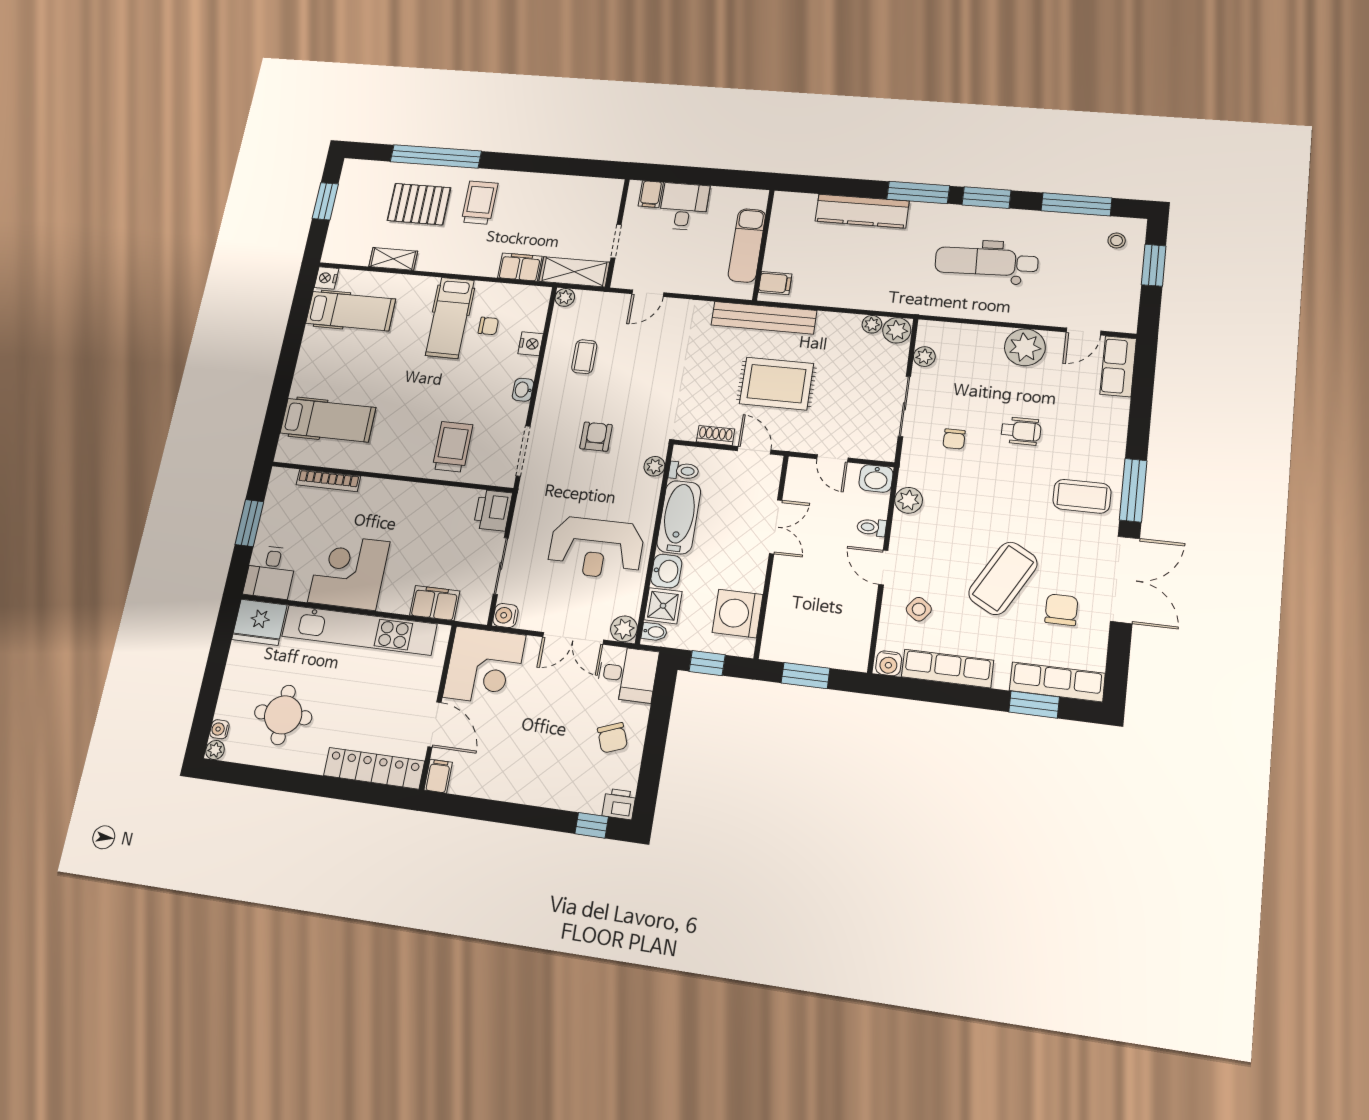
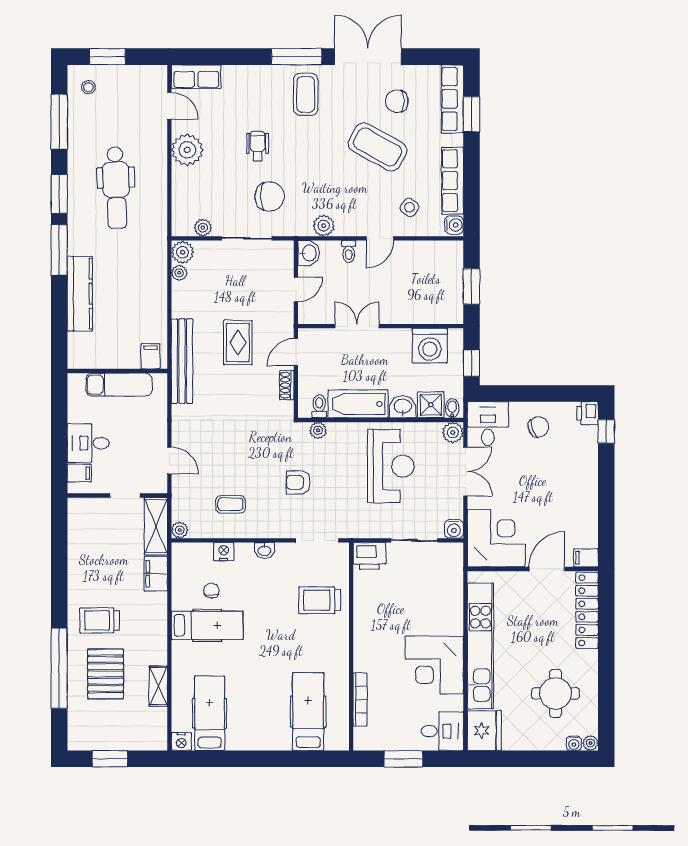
rug: (777, 384) -> (238, 343), width x0.73, depth x0.70
chair: (954, 439) -> (270, 196), width x1.87, depth x1.87
filing cabinet: (435, 603) -> (451, 589), removed

